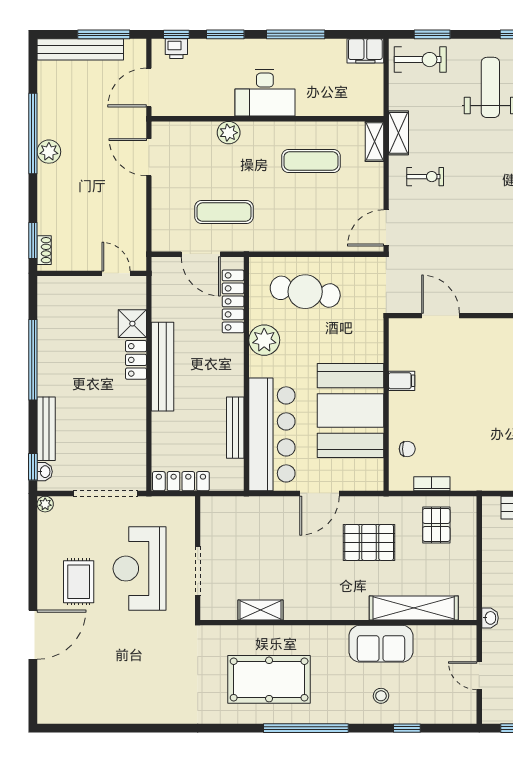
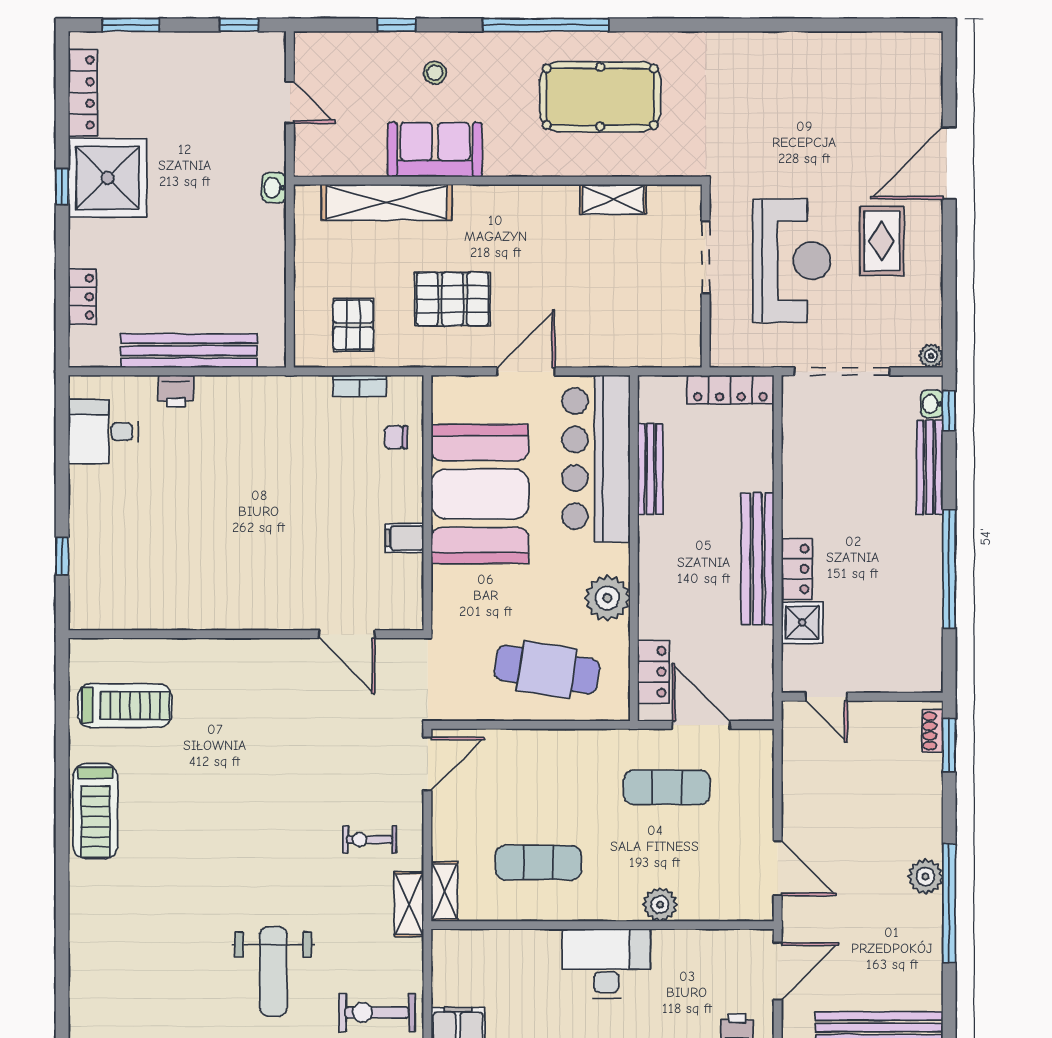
locker: (233, 301) -> (653, 672), width x0.66

